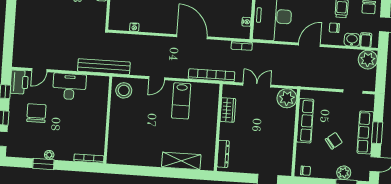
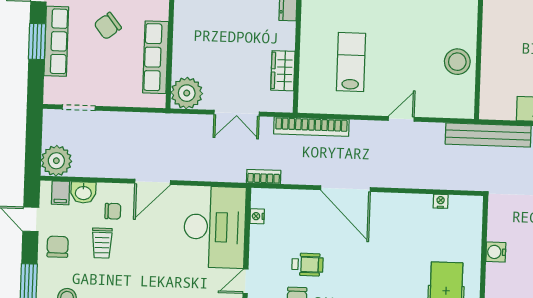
stool: (124, 90) -> (457, 62), moved
lab bench: (181, 101) -> (351, 62), moved

